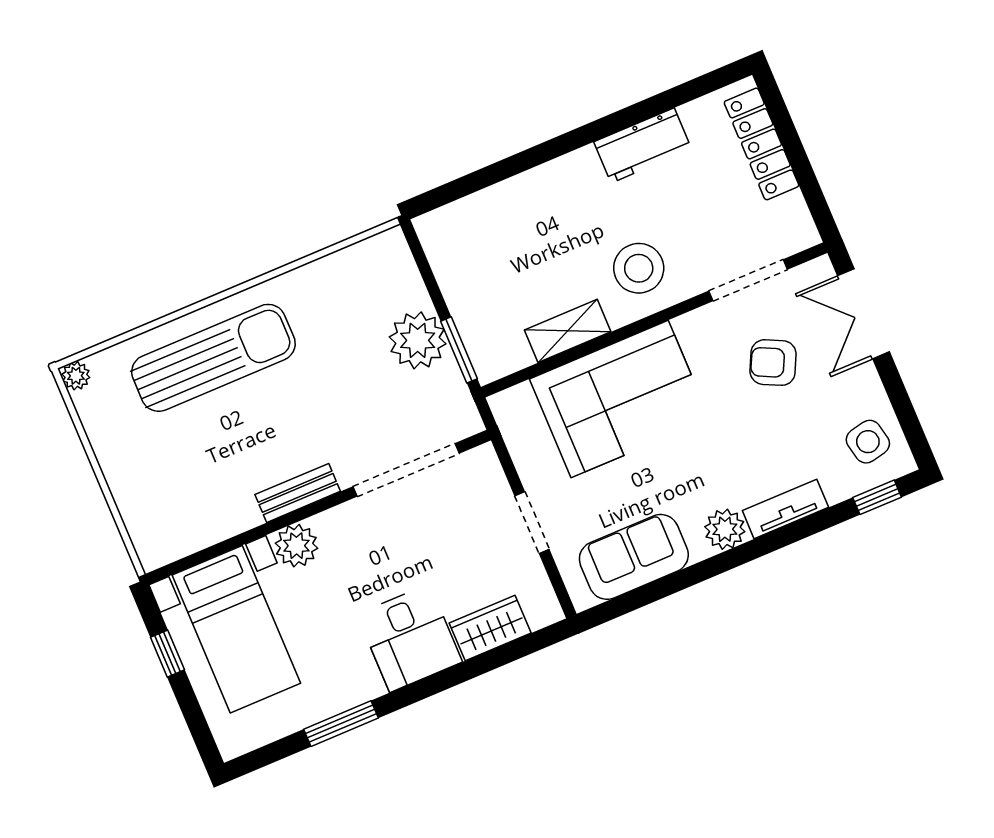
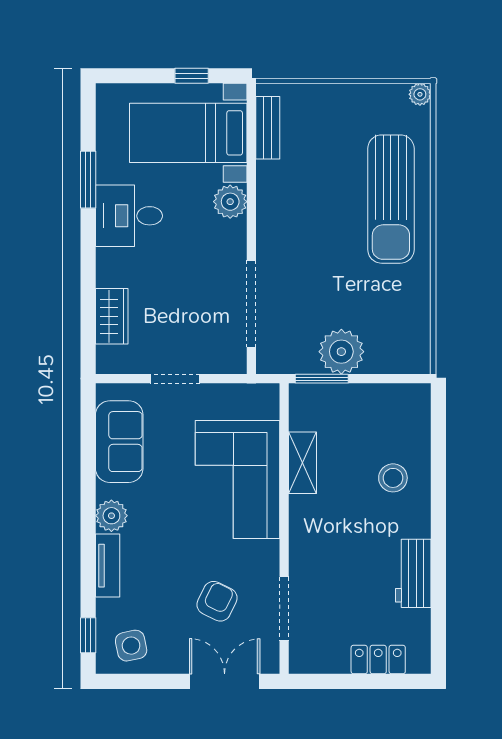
locker: (761, 144) -> (378, 660), width x0.66
stool: (639, 268) -> (393, 478), moved, width x0.73, depth x0.73
bench: (298, 493) -> (268, 128), moved
desk: (410, 638) -> (129, 216), moved

